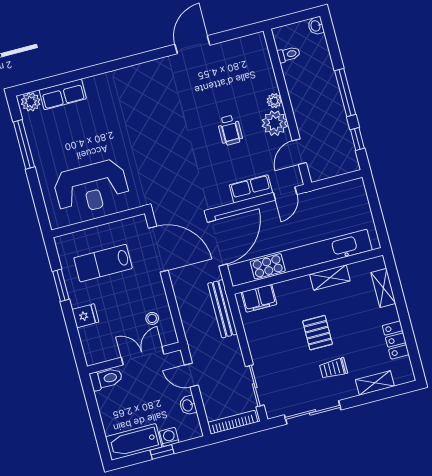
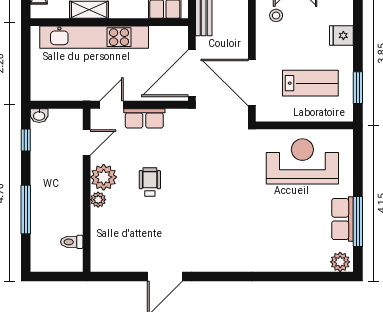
washbasin: (316, 26) -> (39, 116), moved, turned 90
window: (345, 93) -> (26, 209), moved
row of seats: (63, 94) -> (343, 219), moved, turned -90
kitchen unit: (300, 258) -> (94, 37), width x0.73
window: (61, 285) -> (358, 88), moved

